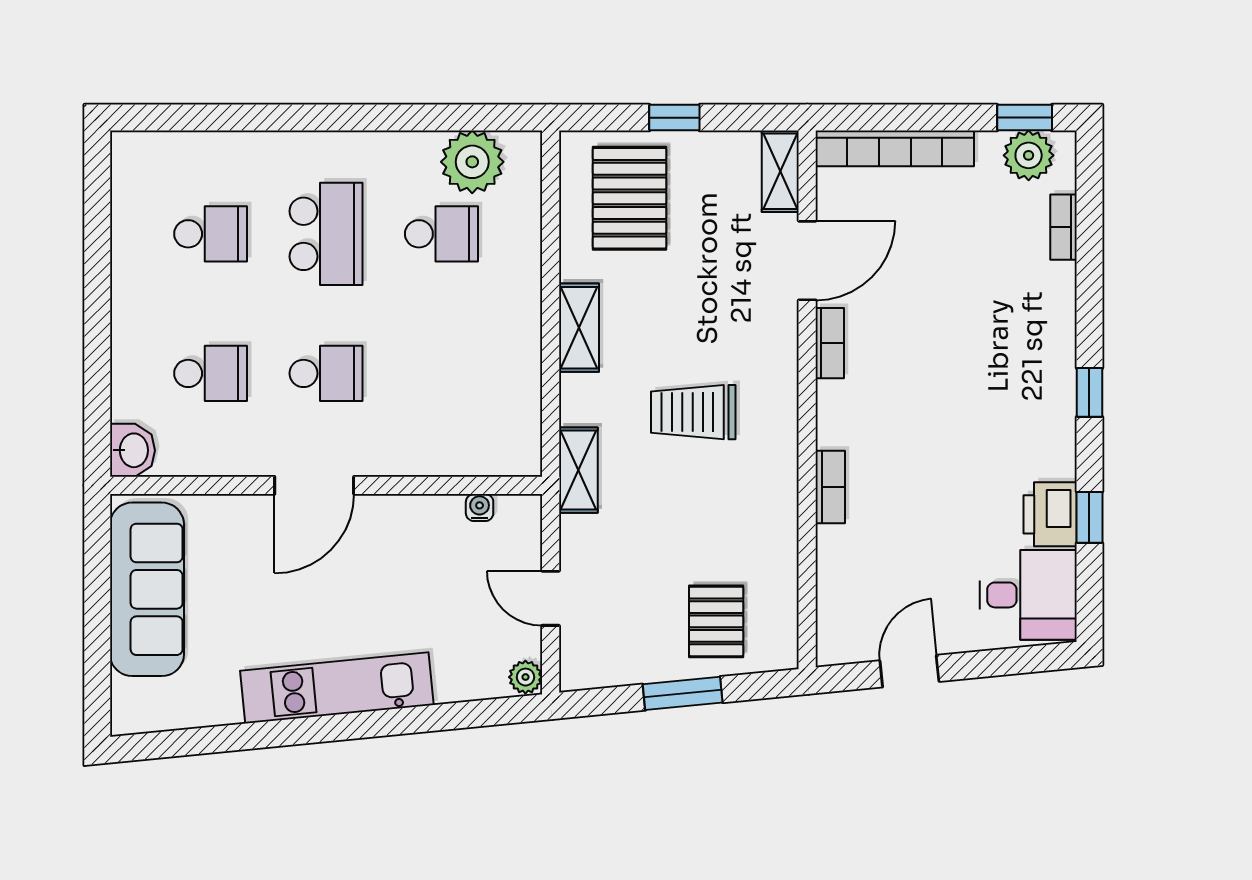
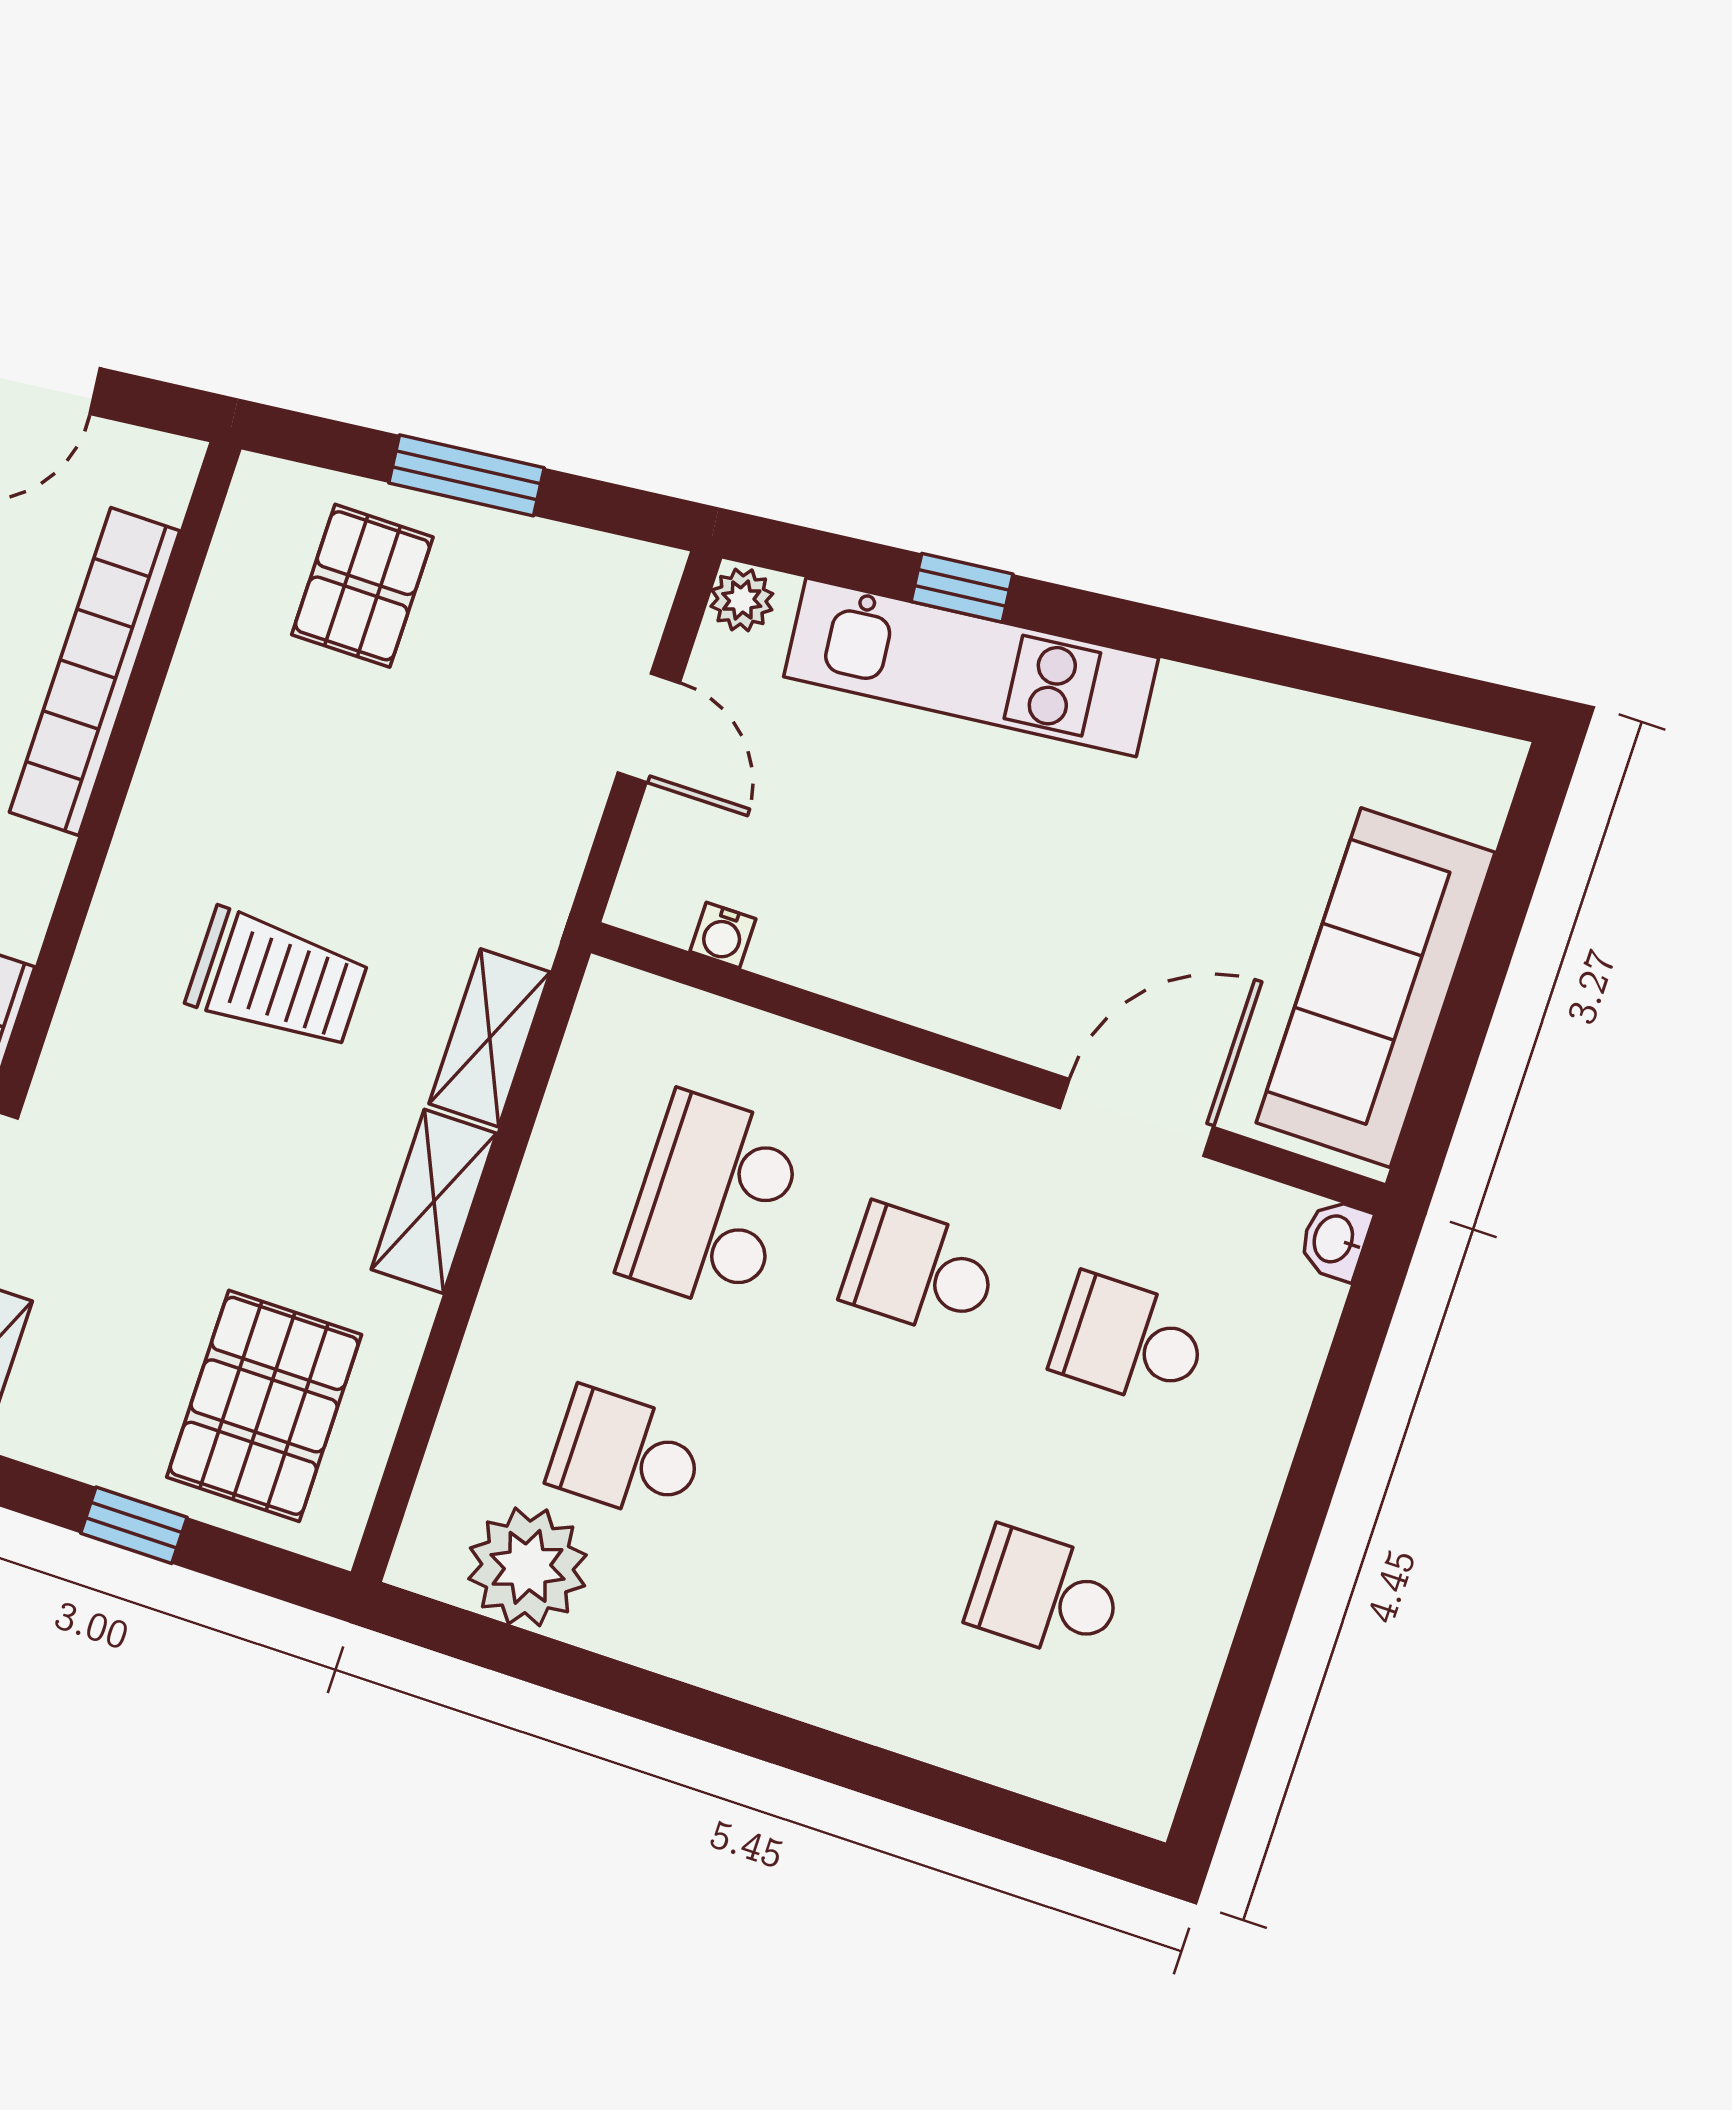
school desk: (326, 234) -> (711, 1202), moved
washbasin: (133, 450) -> (1335, 1239), width x0.72, depth x0.69
shelving: (578, 470) -> (490, 1038), moved
door: (314, 485) -> (1137, 1117), moved
bookcase: (830, 487) -> (95, 672), width x2.31, depth x1.31
kitchen unit: (337, 688) -> (971, 667), moved
window: (418, 719) -> (962, 588), added

